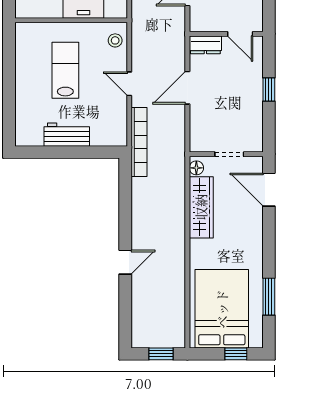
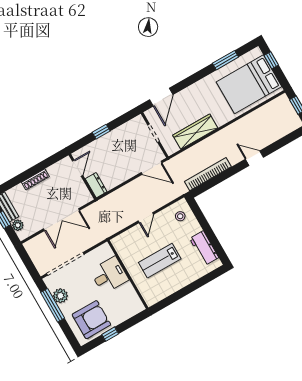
stool: (115, 40) -> (180, 216), moved
door: (187, 88) -> (152, 168), moved
workbench: (67, 135) -> (204, 248), moved
bookcase: (139, 142) -> (208, 174), moved
floor lamp: (196, 168) -> (173, 148), removed

